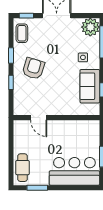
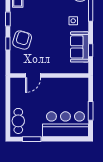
armchair: (33, 68) -> (22, 40), moved
door: (39, 118) -> (33, 76), hinge flipped

